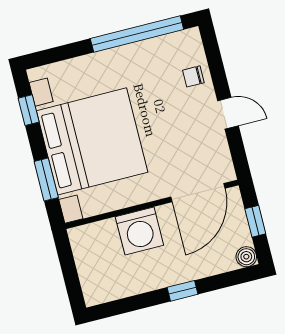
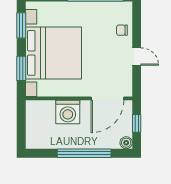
window: (29, 110) -> (21, 25), width x1.50
window: (183, 291) -> (84, 153), width x3.17

